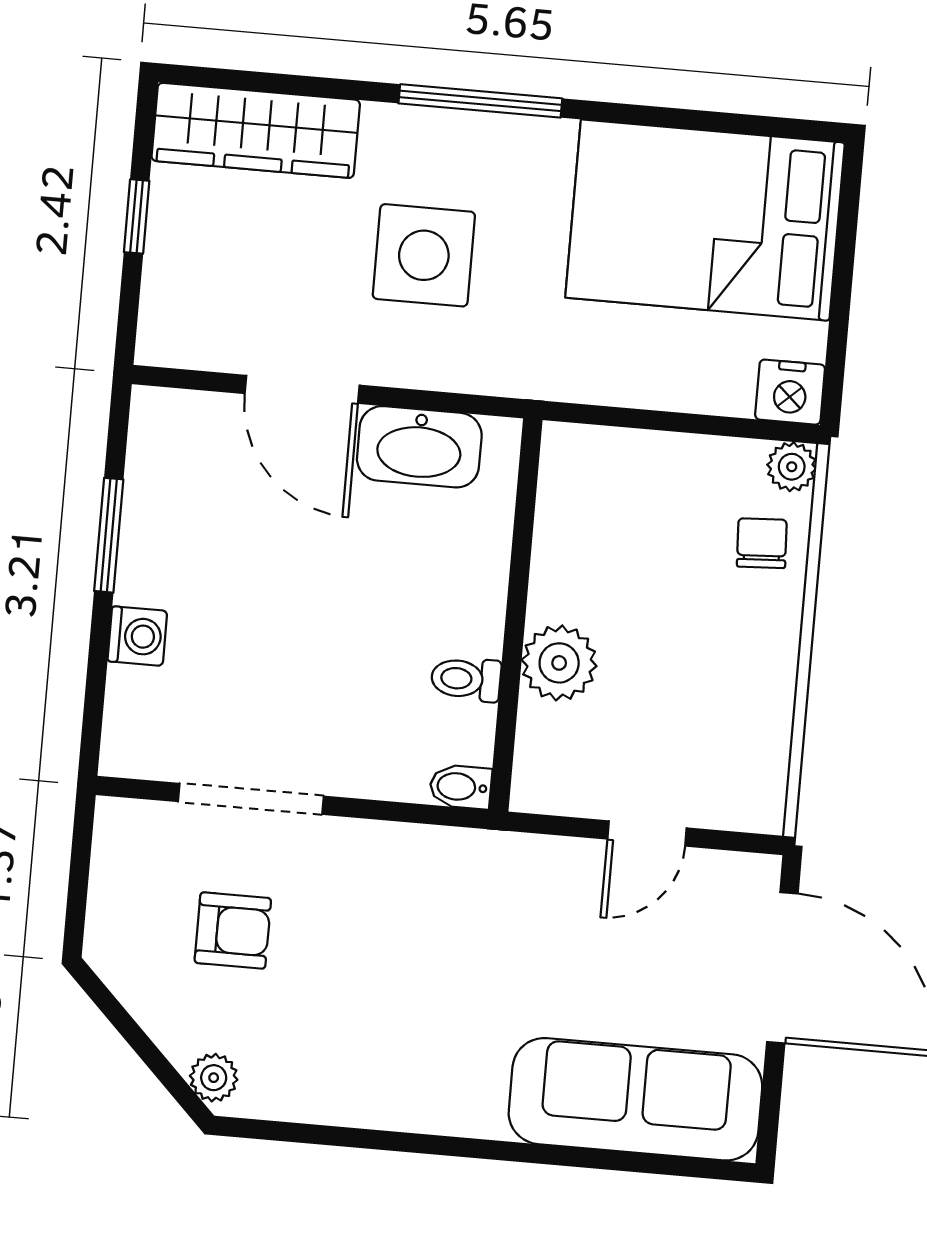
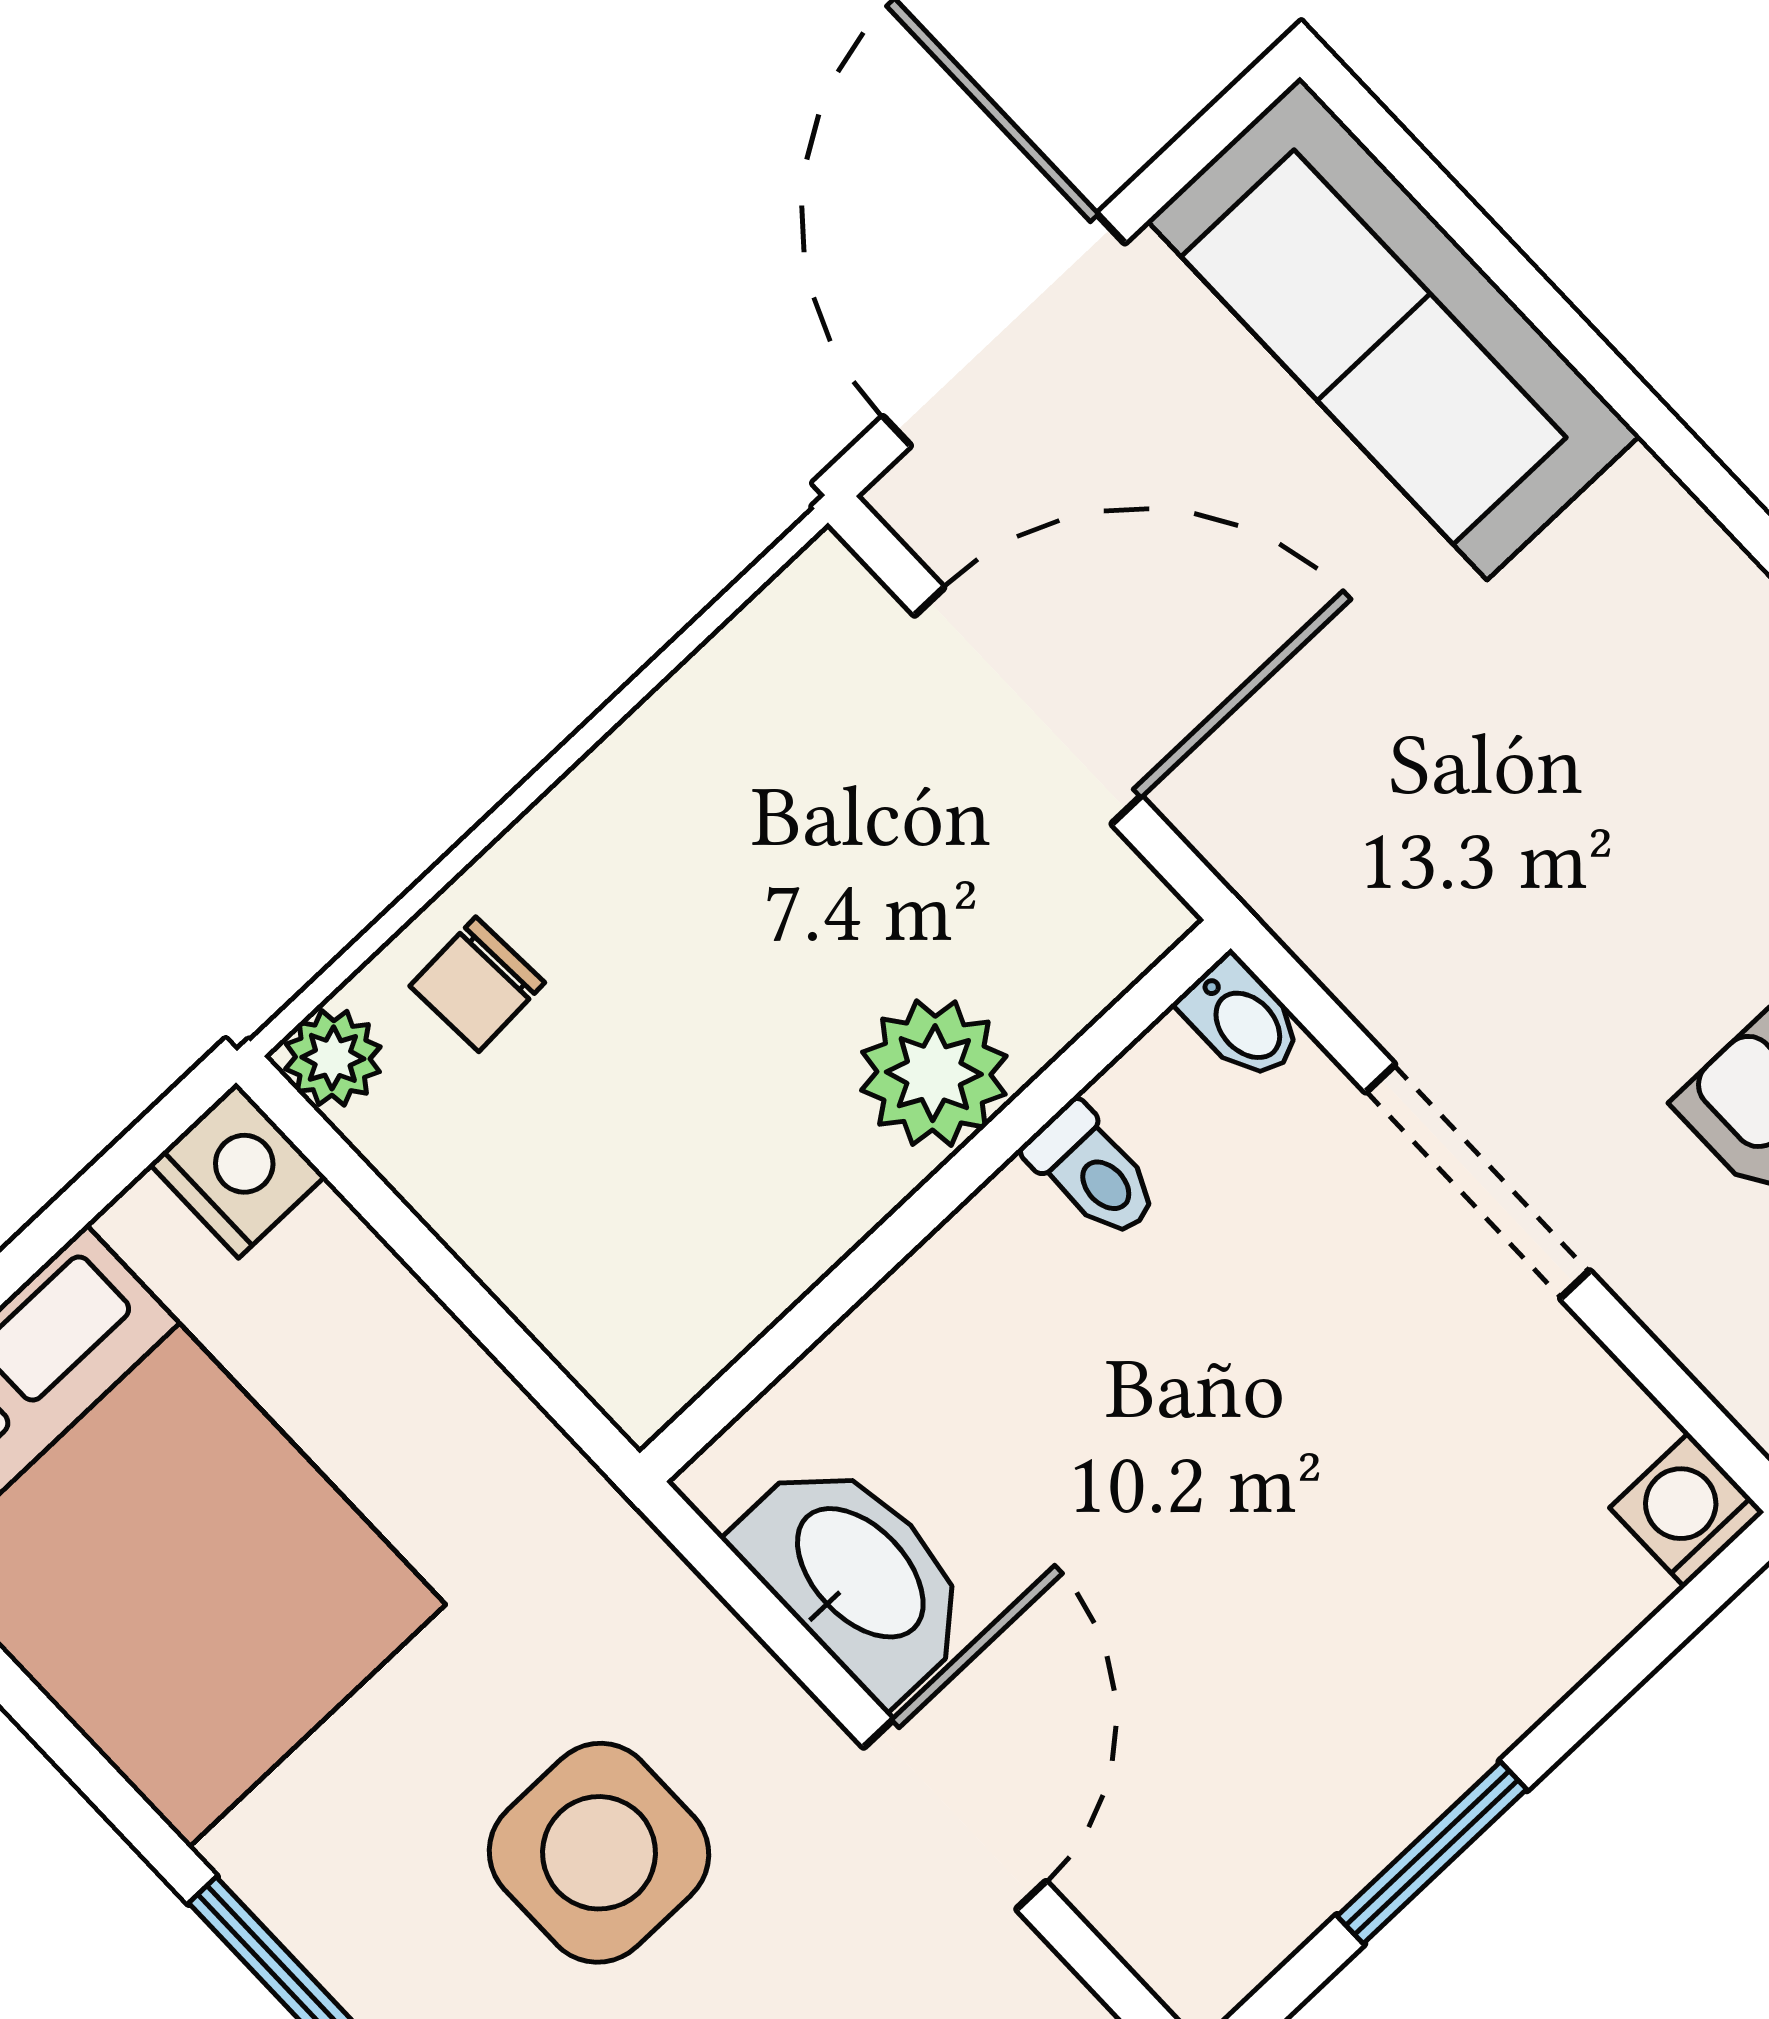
washing machine: (137, 636) -> (1687, 1510), moved
doorway: (251, 799) -> (1478, 1181), moved
door: (647, 834) -> (1028, 706), width x1.88

